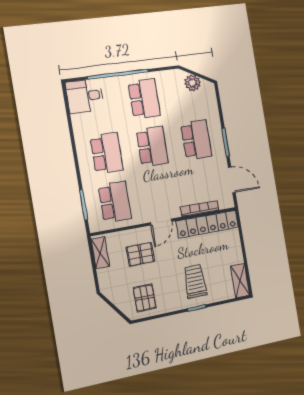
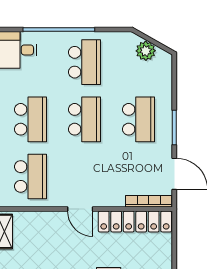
bookcase: (200, 208) -> (149, 201), moved
door: (161, 222) -> (80, 209), hinge flipped
pallet: (140, 254) -> (50, 242), removed

